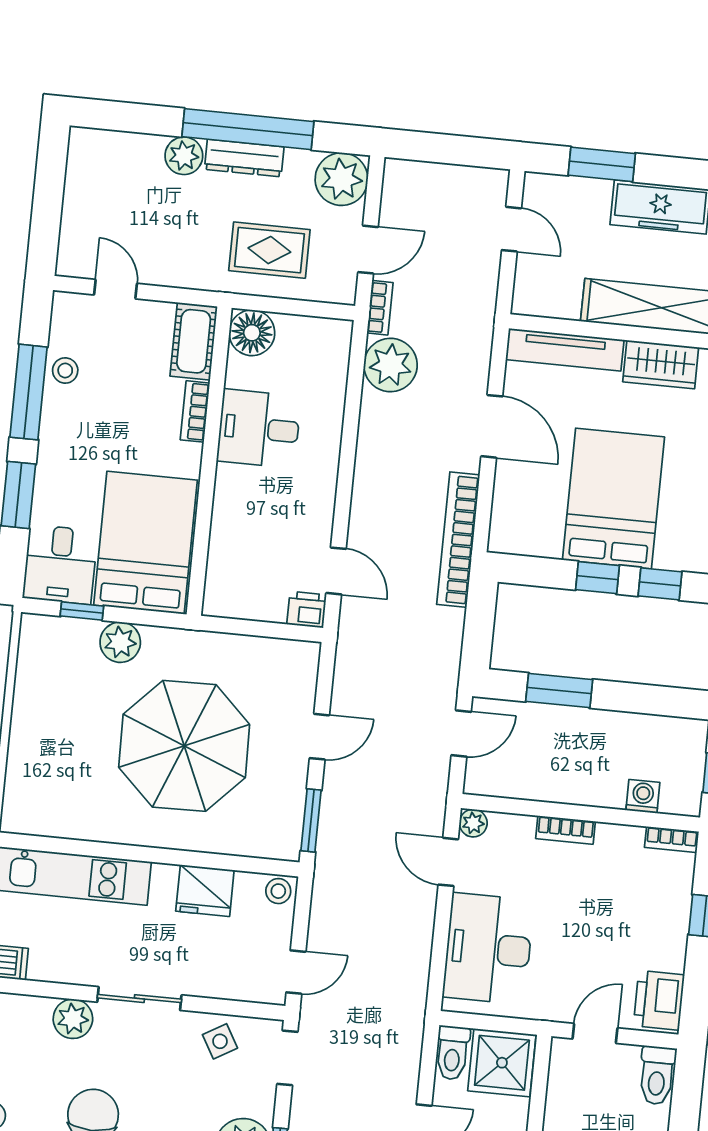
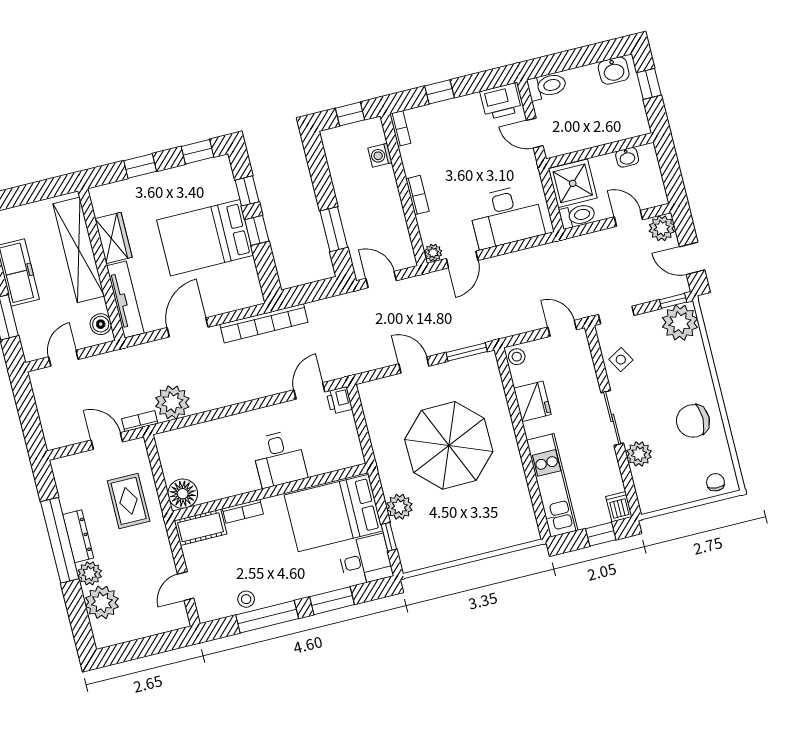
plant: (342, 179) -> (102, 602), moved
boiler: (542, 301) -> (101, 324), added
desk: (259, 429) -> (279, 459), moved

